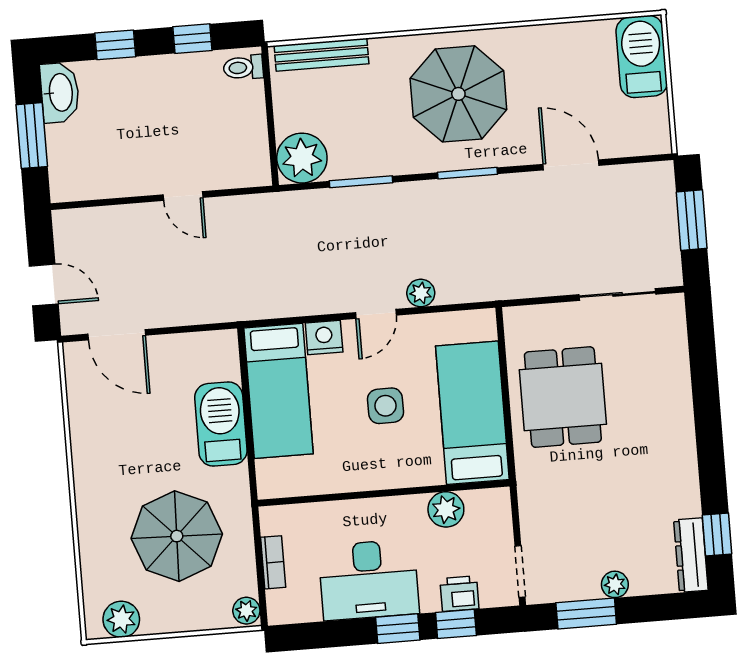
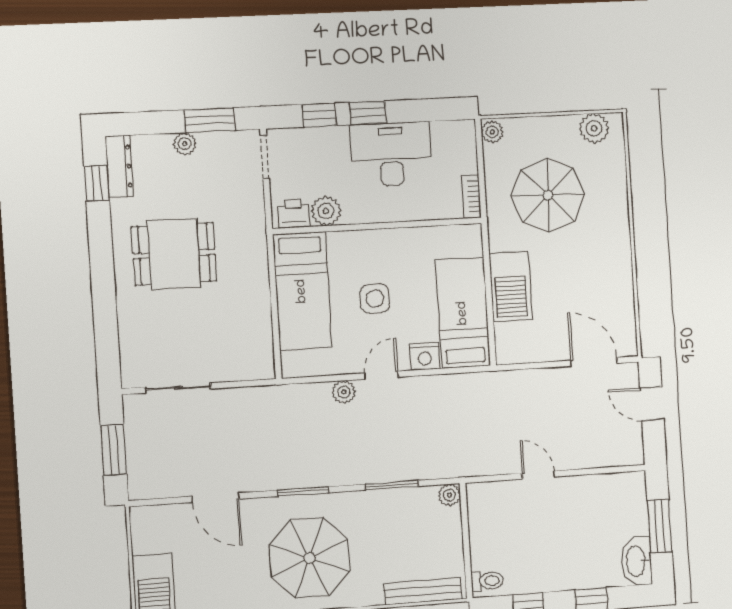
plant: (302, 158) -> (449, 495), width x0.53, depth x0.53
dining table: (563, 397) -> (174, 254), moved, turned 90
bookcase: (273, 562) -> (471, 197), moved
printer: (459, 594) -> (294, 214), moved, turned 180

